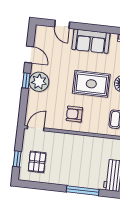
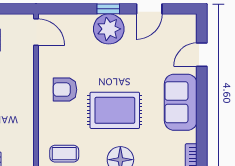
rug: (91, 84) -> (115, 110), turned 90
armchair: (74, 114) -> (65, 90), turned -90

